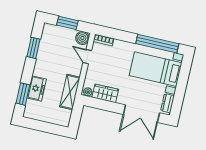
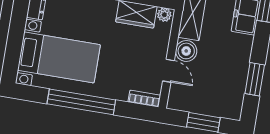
boiler: (82, 38) -> (186, 51), moved
window: (157, 44) -> (81, 102), moved

